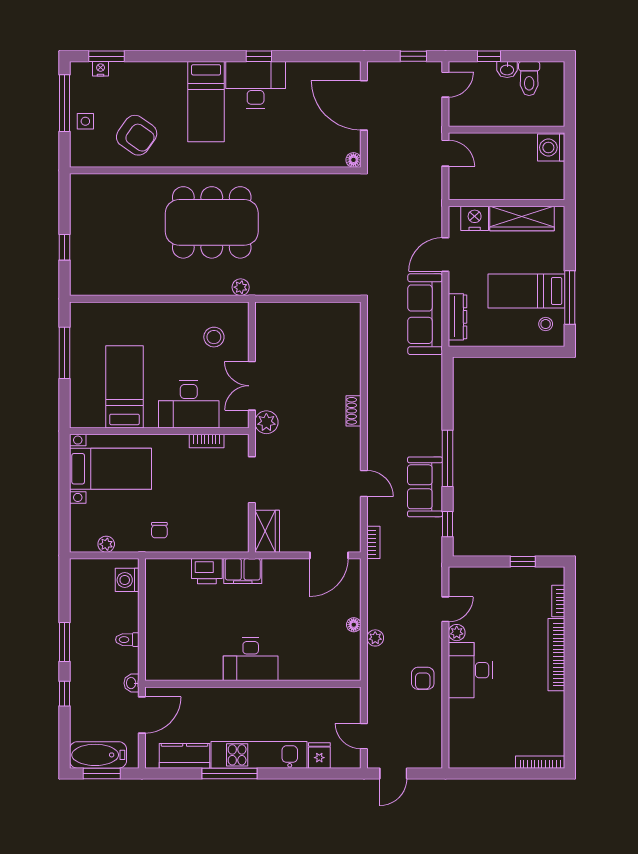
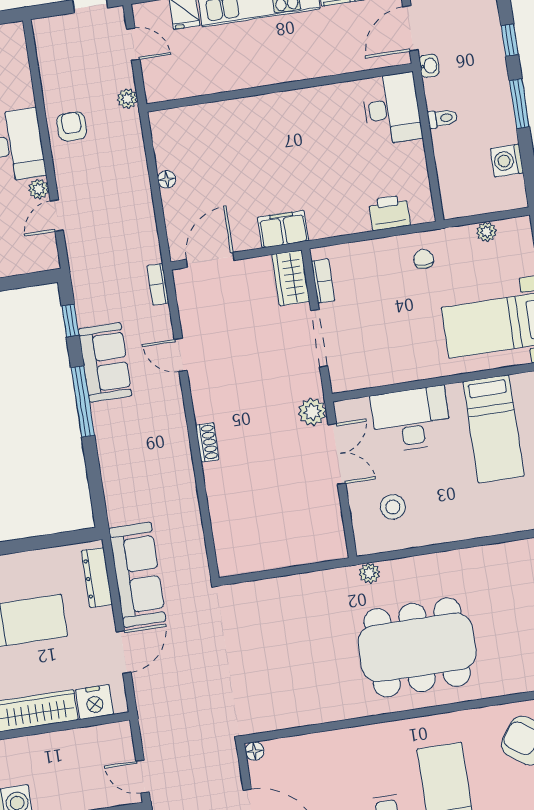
bookcase: (207, 441) -> (323, 281), moved, turned 90
printer: (207, 571) -> (389, 213), moved
filing cabinet: (243, 571) -> (283, 229), moved
washing machine: (127, 580) -> (507, 161), moved, turned 180
plant: (375, 638) -> (127, 99), moved
desk: (251, 659) -> (392, 109), moved, turned 90

